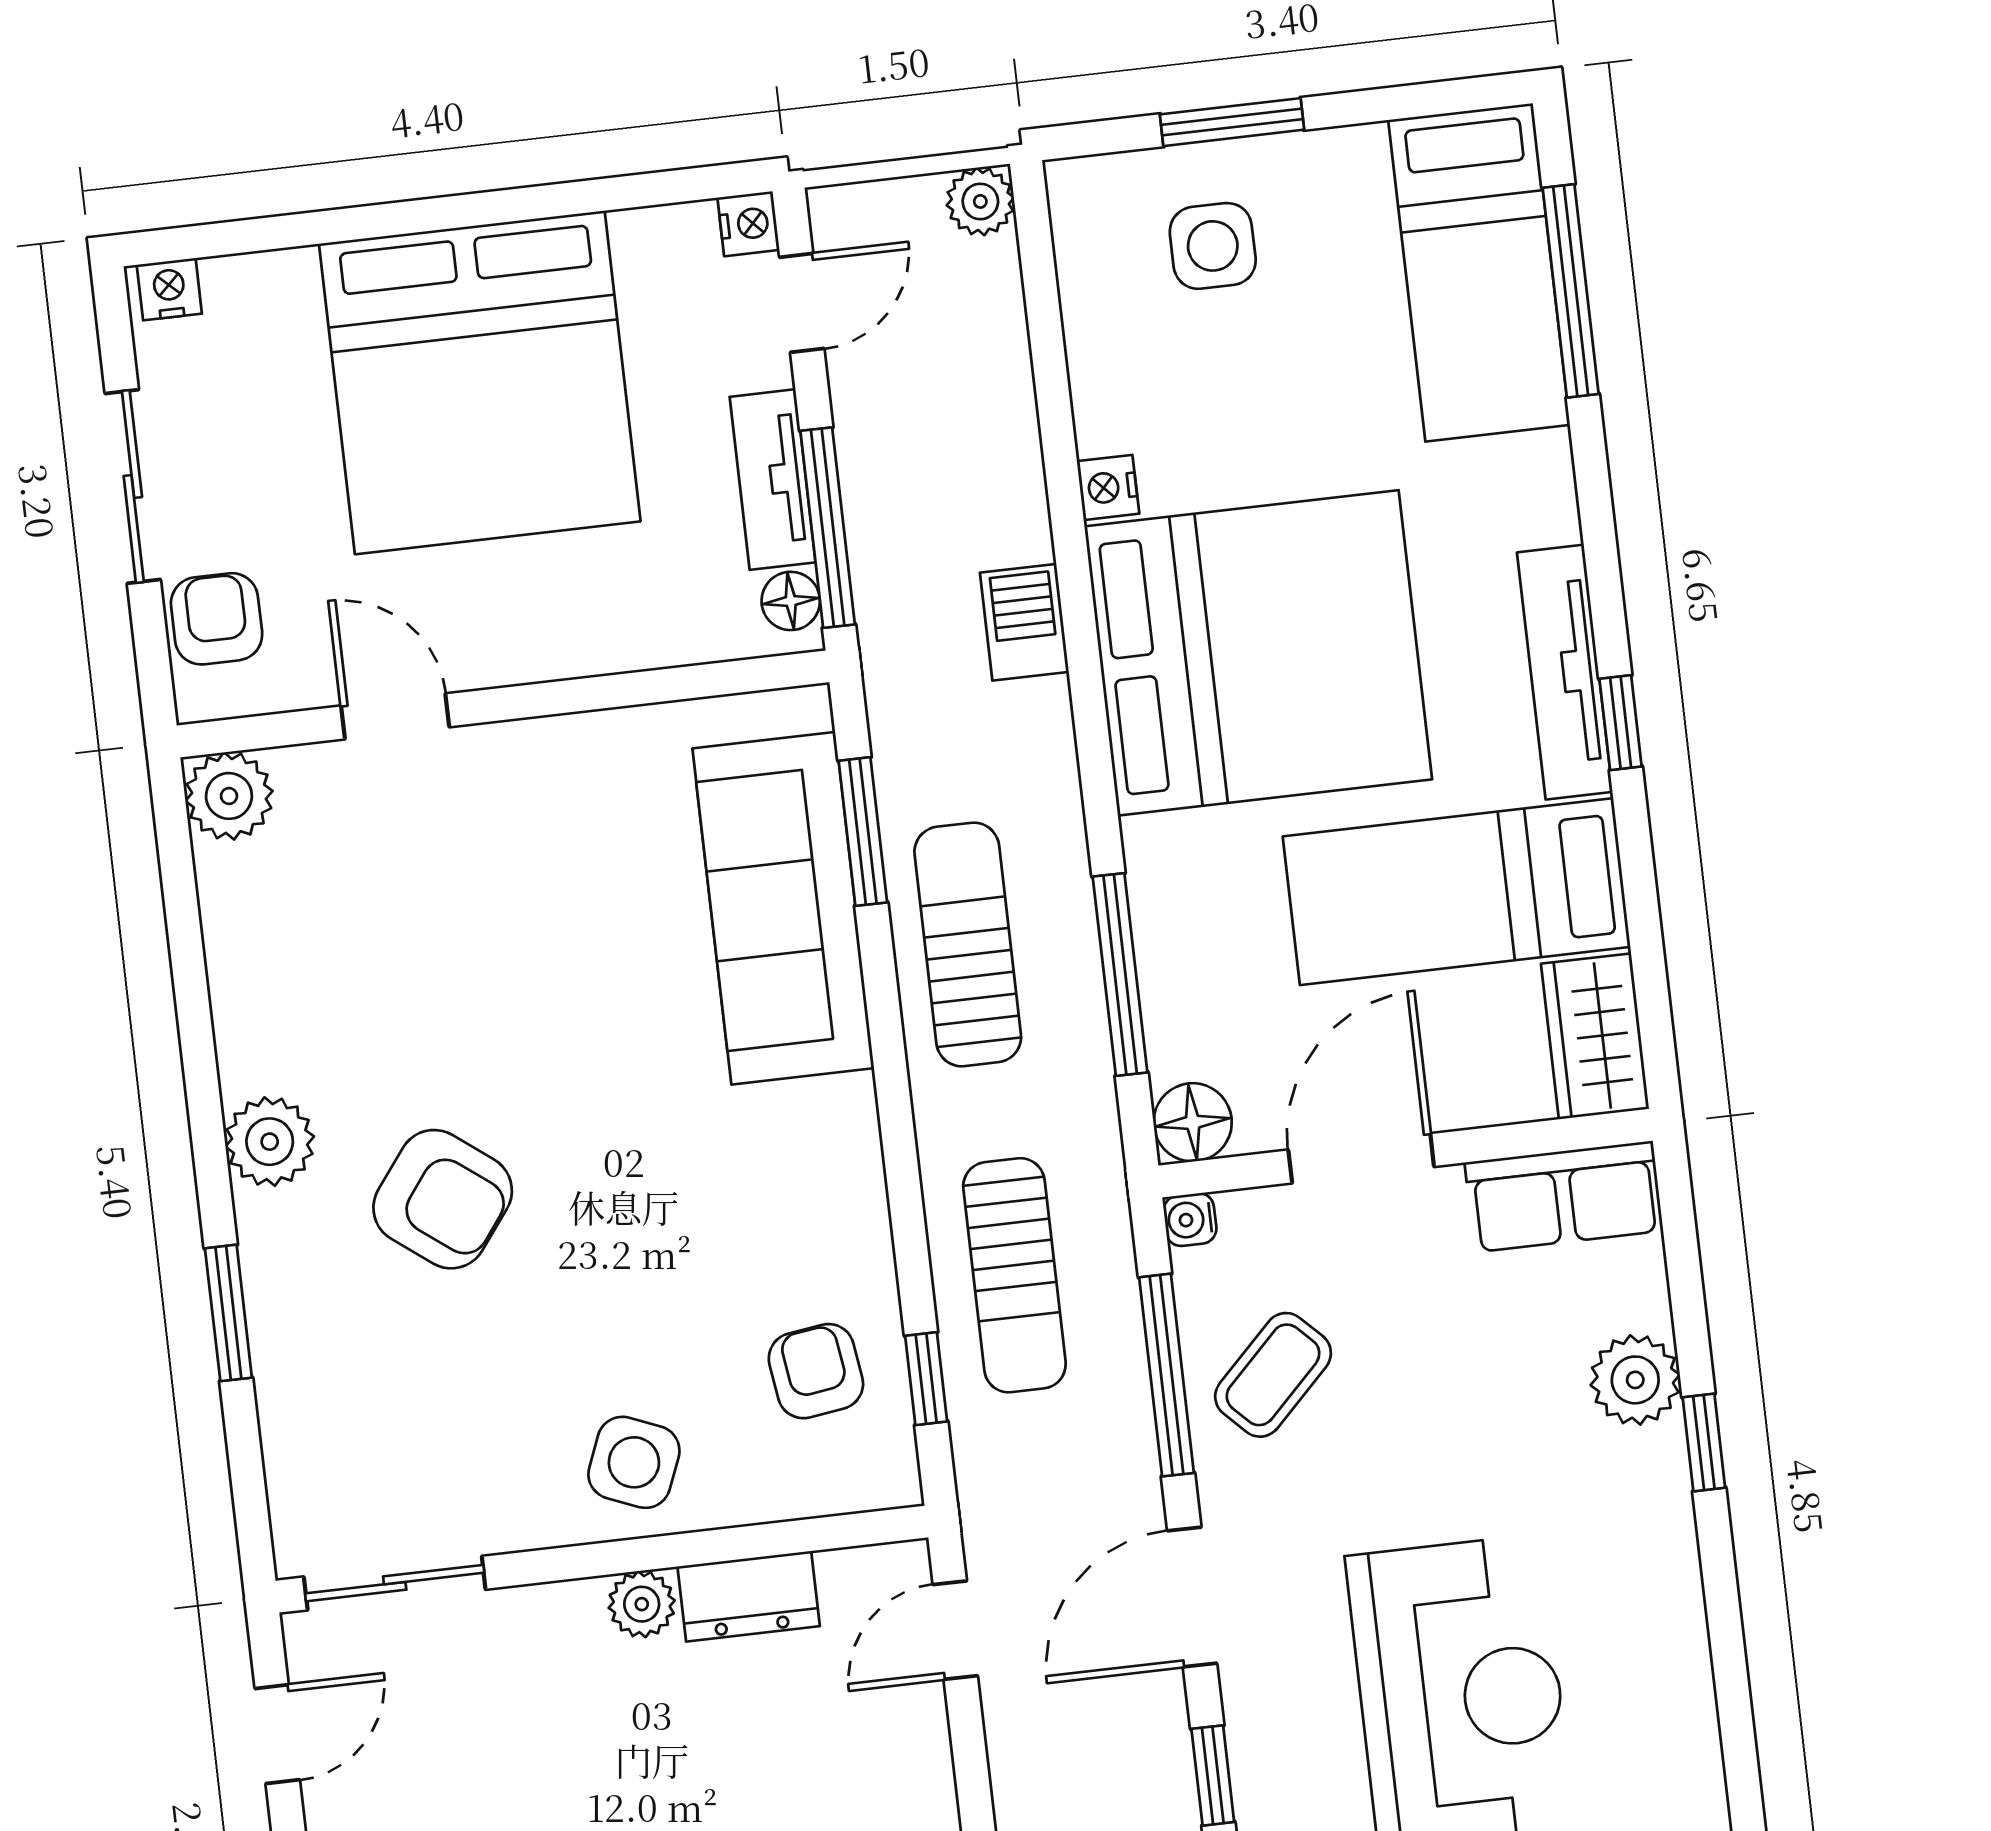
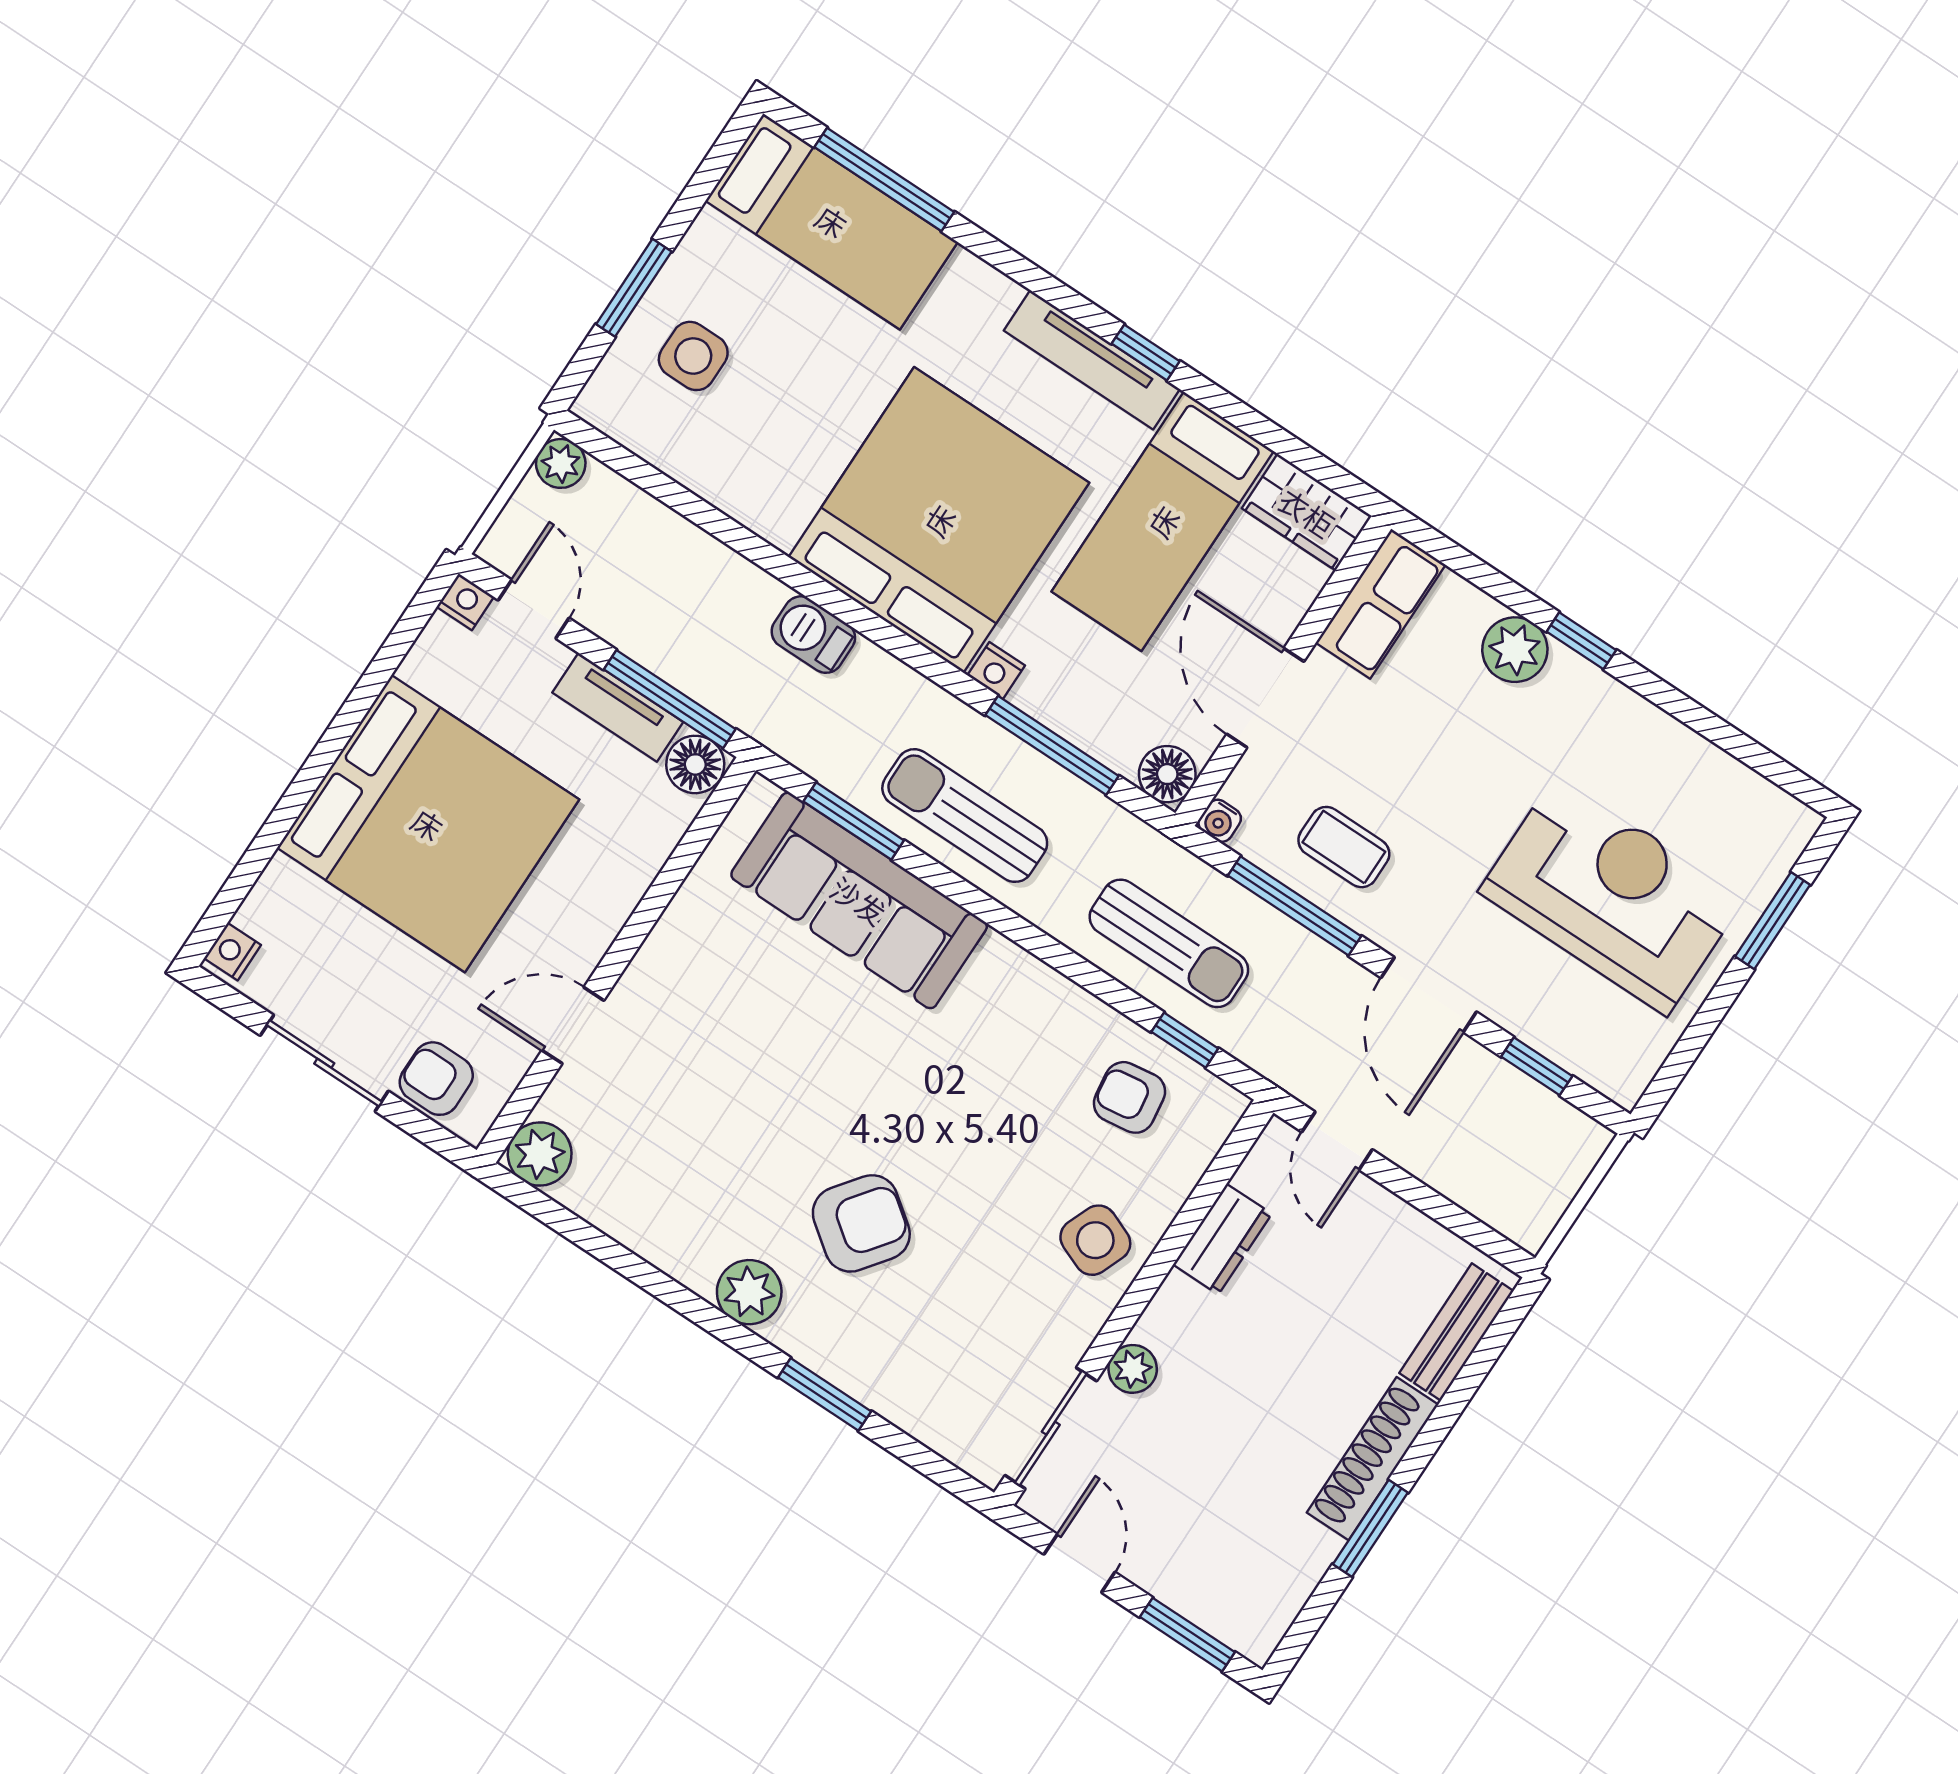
nightstand: (1108, 487) -> (996, 670), moved
floor lamp: (791, 601) -> (695, 764), width x1.37, depth x1.37
coffee table: (1273, 1375) -> (1344, 847), turned -45
plant: (642, 1604) -> (1133, 1369), moved

